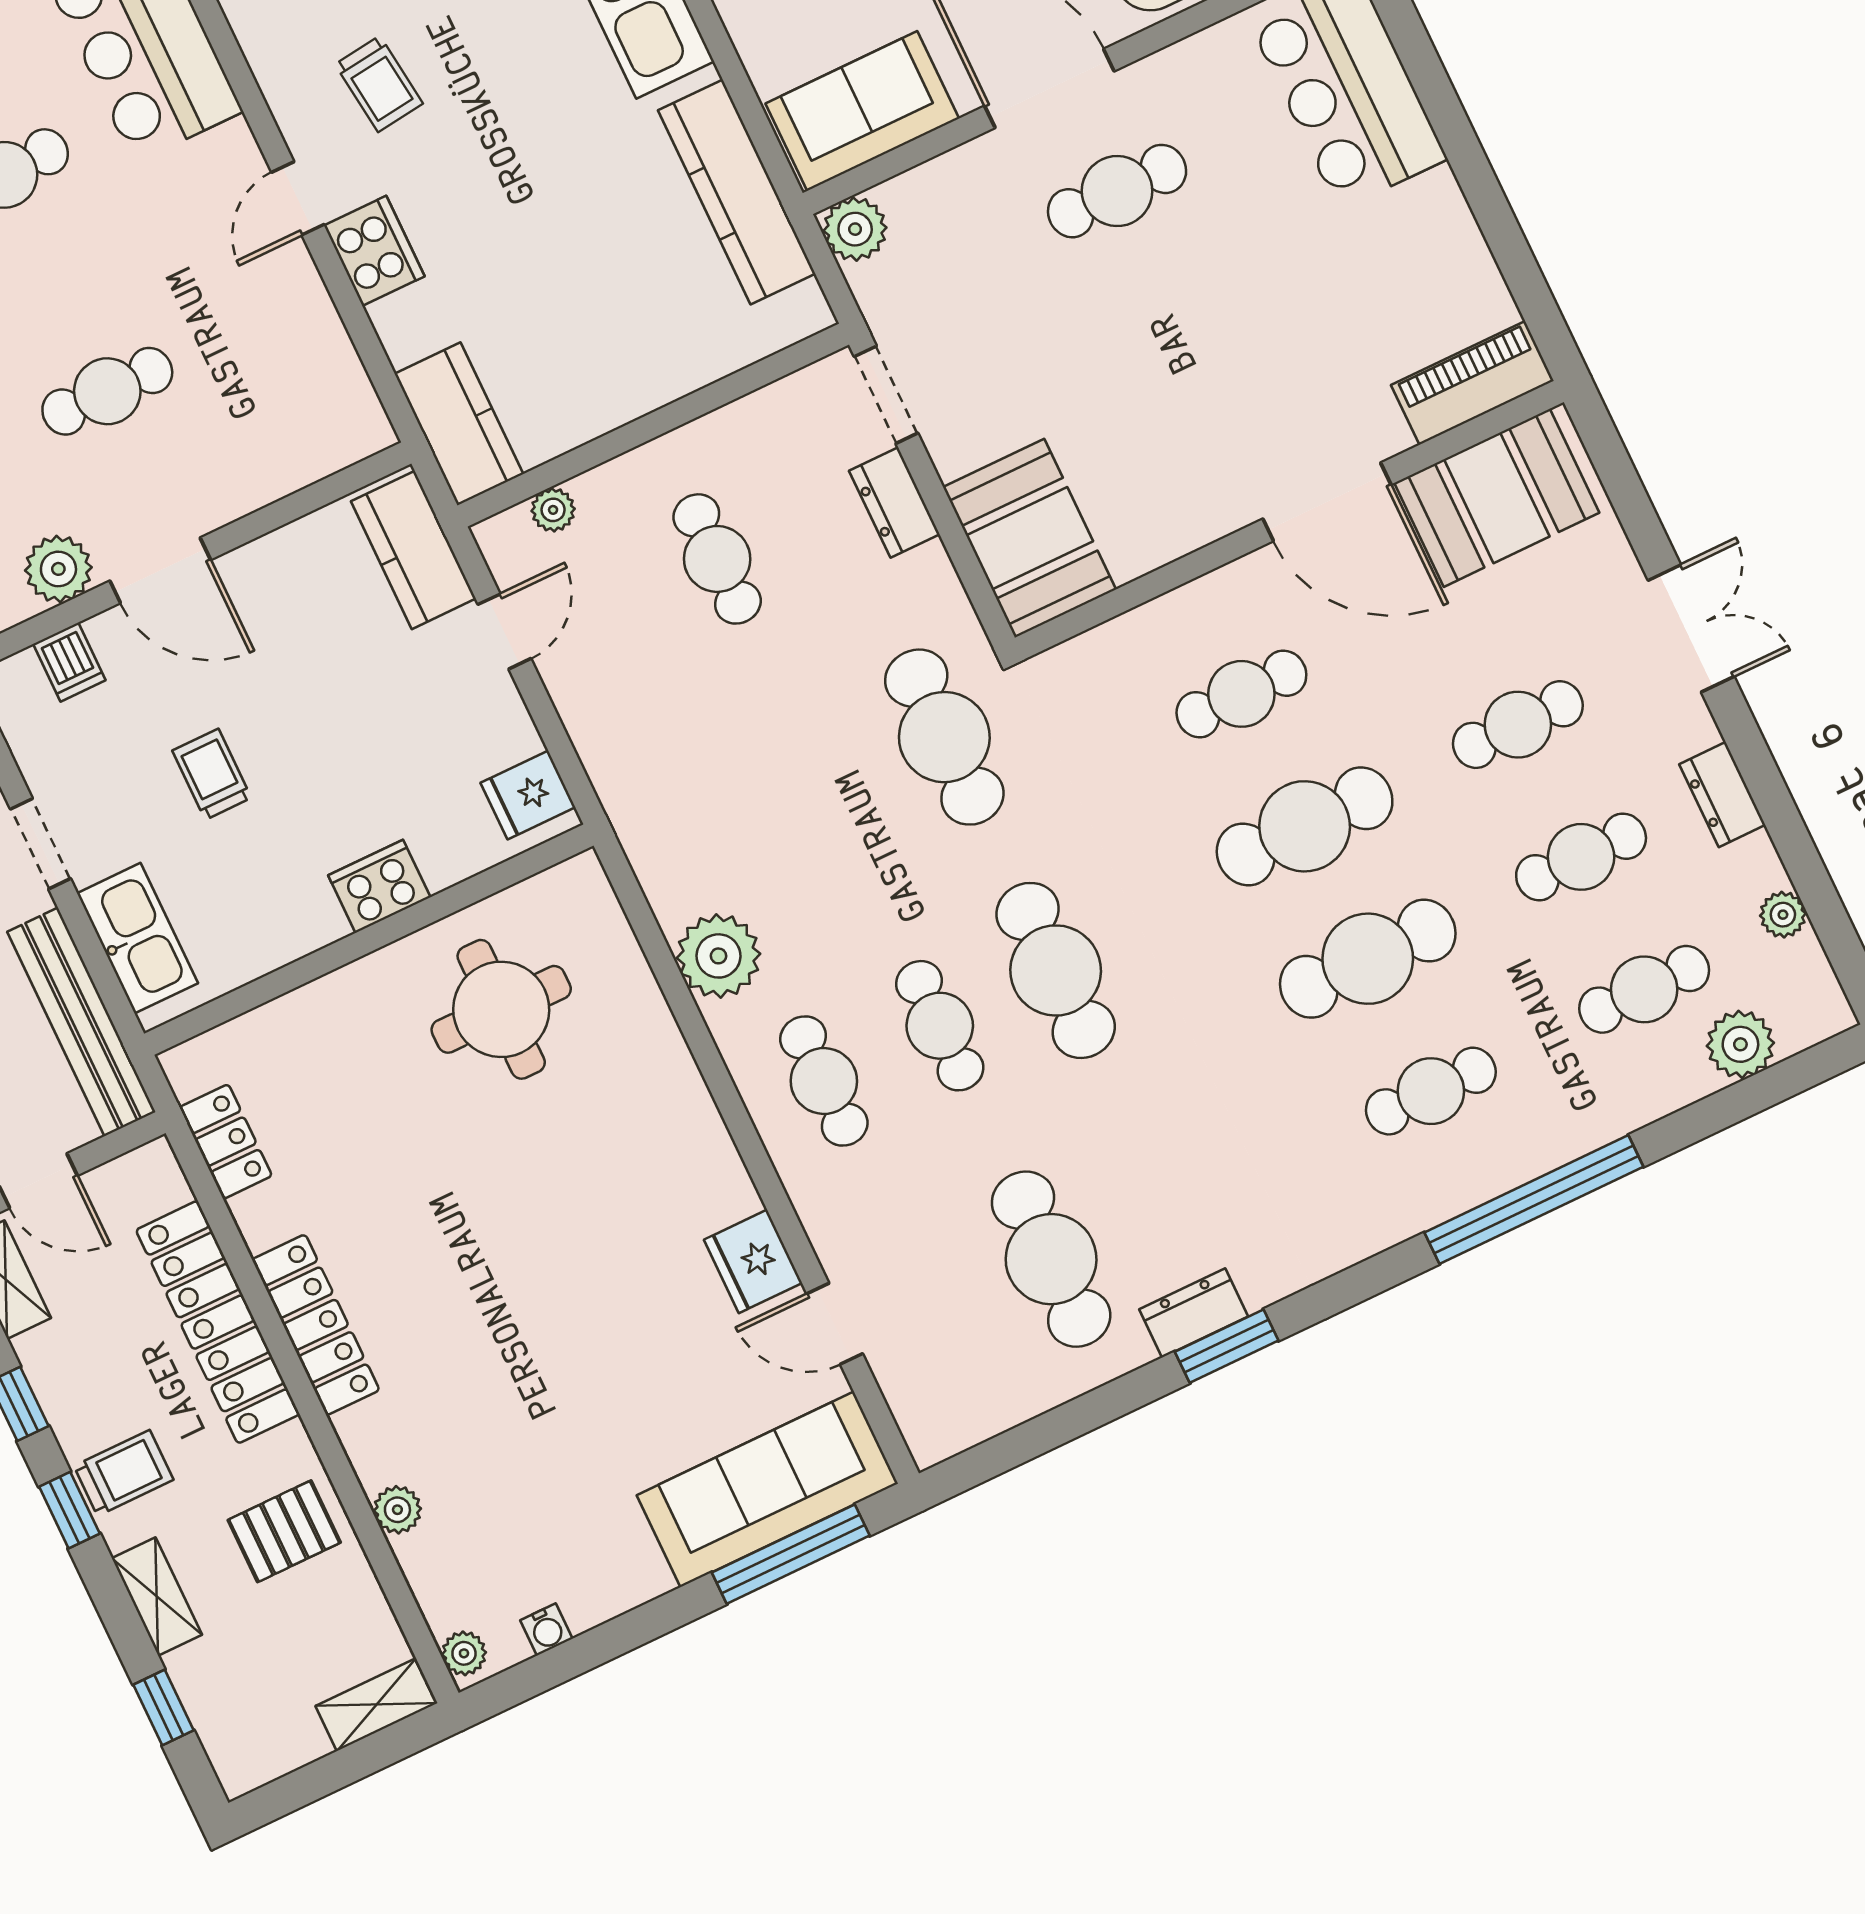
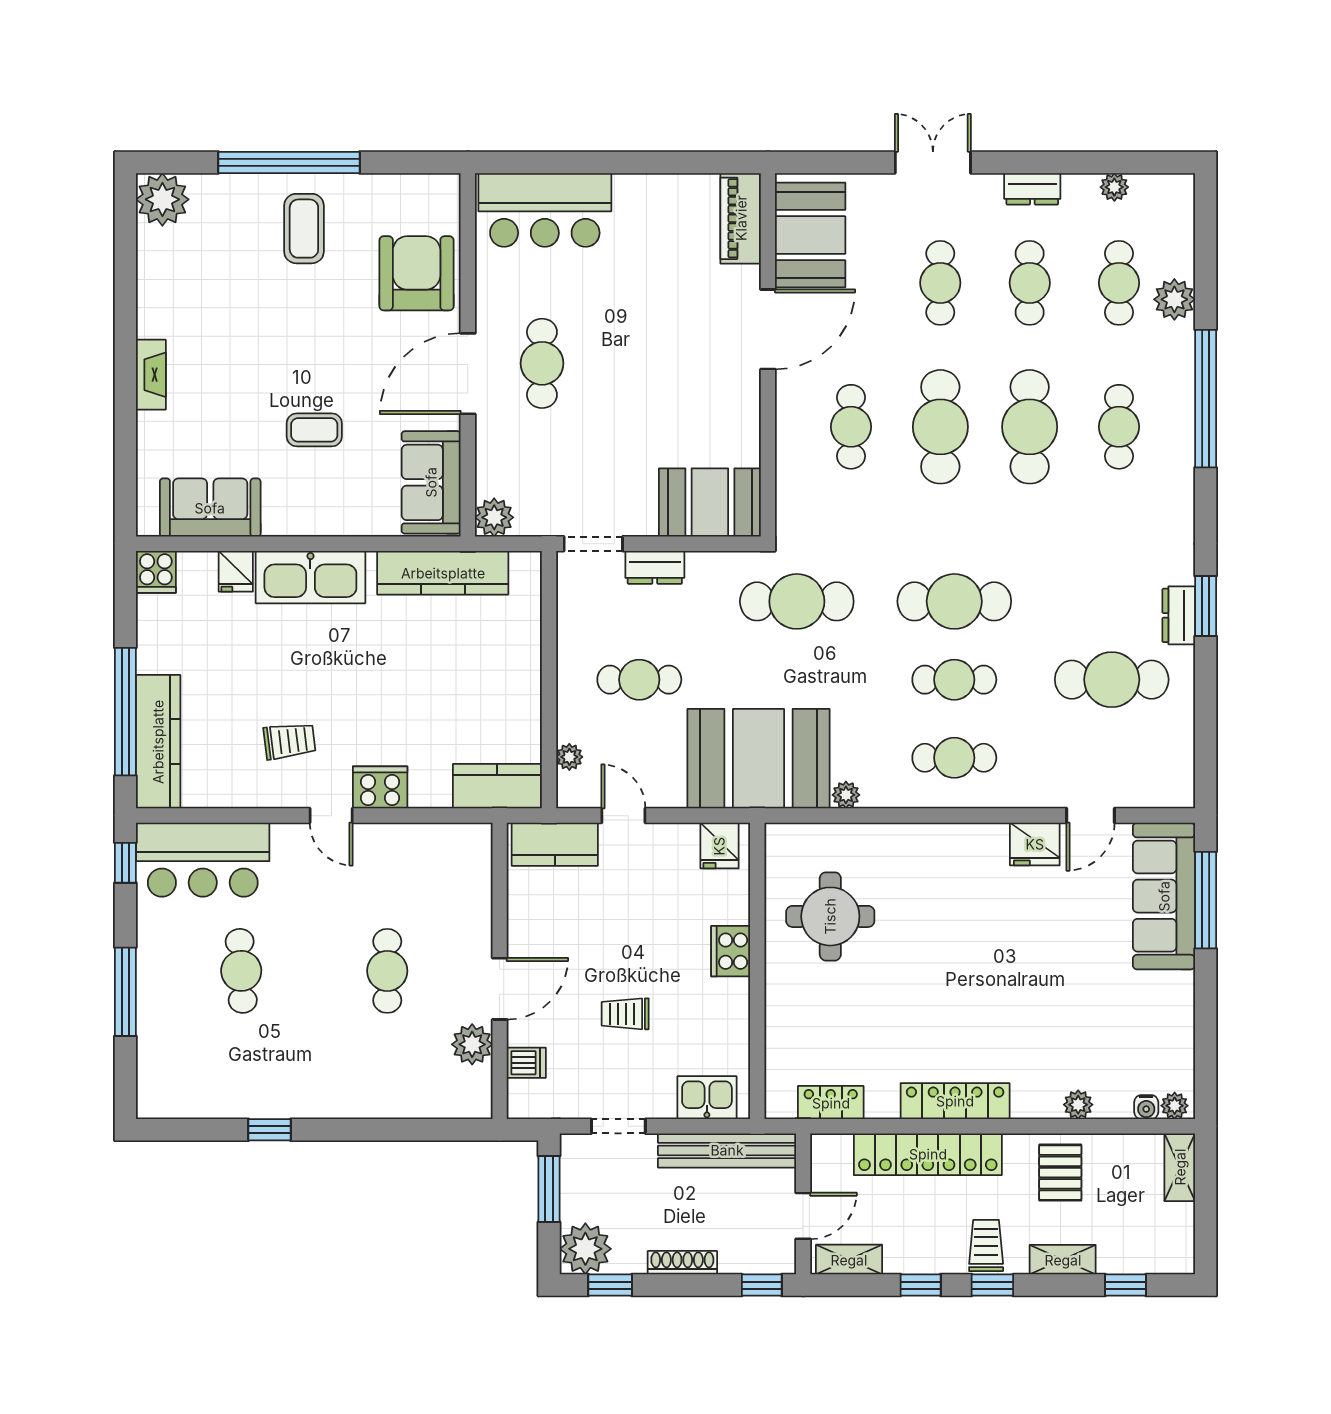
booth: (684, 791) -> (759, 759), added
kitchen sink: (137, 938) -> (707, 1098), width x0.73
plant: (718, 956) -> (846, 795), width x0.53, depth x0.53
plant: (1740, 1044) -> (1174, 299), moved
water cooler: (546, 1629) -> (1146, 1107), moved, turned 90

